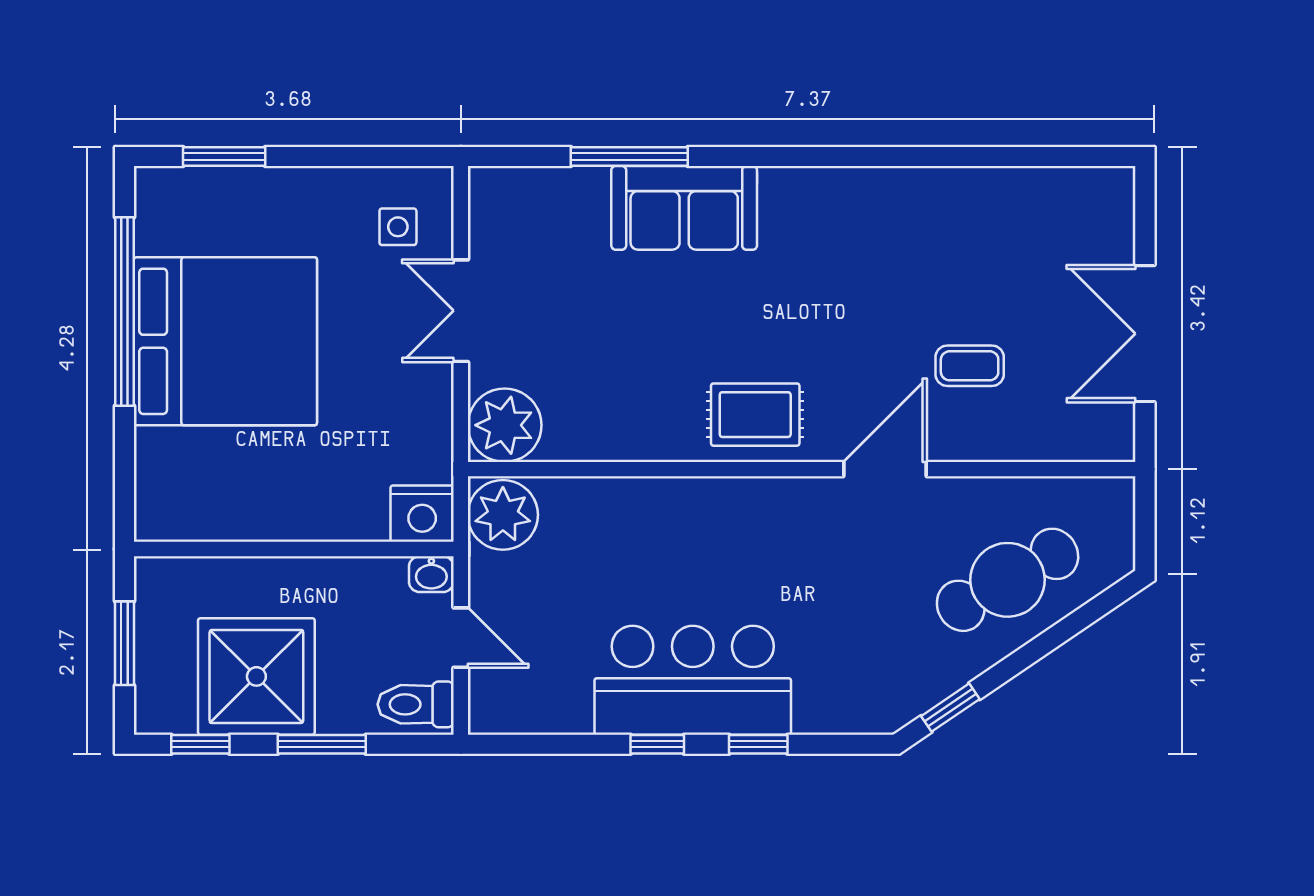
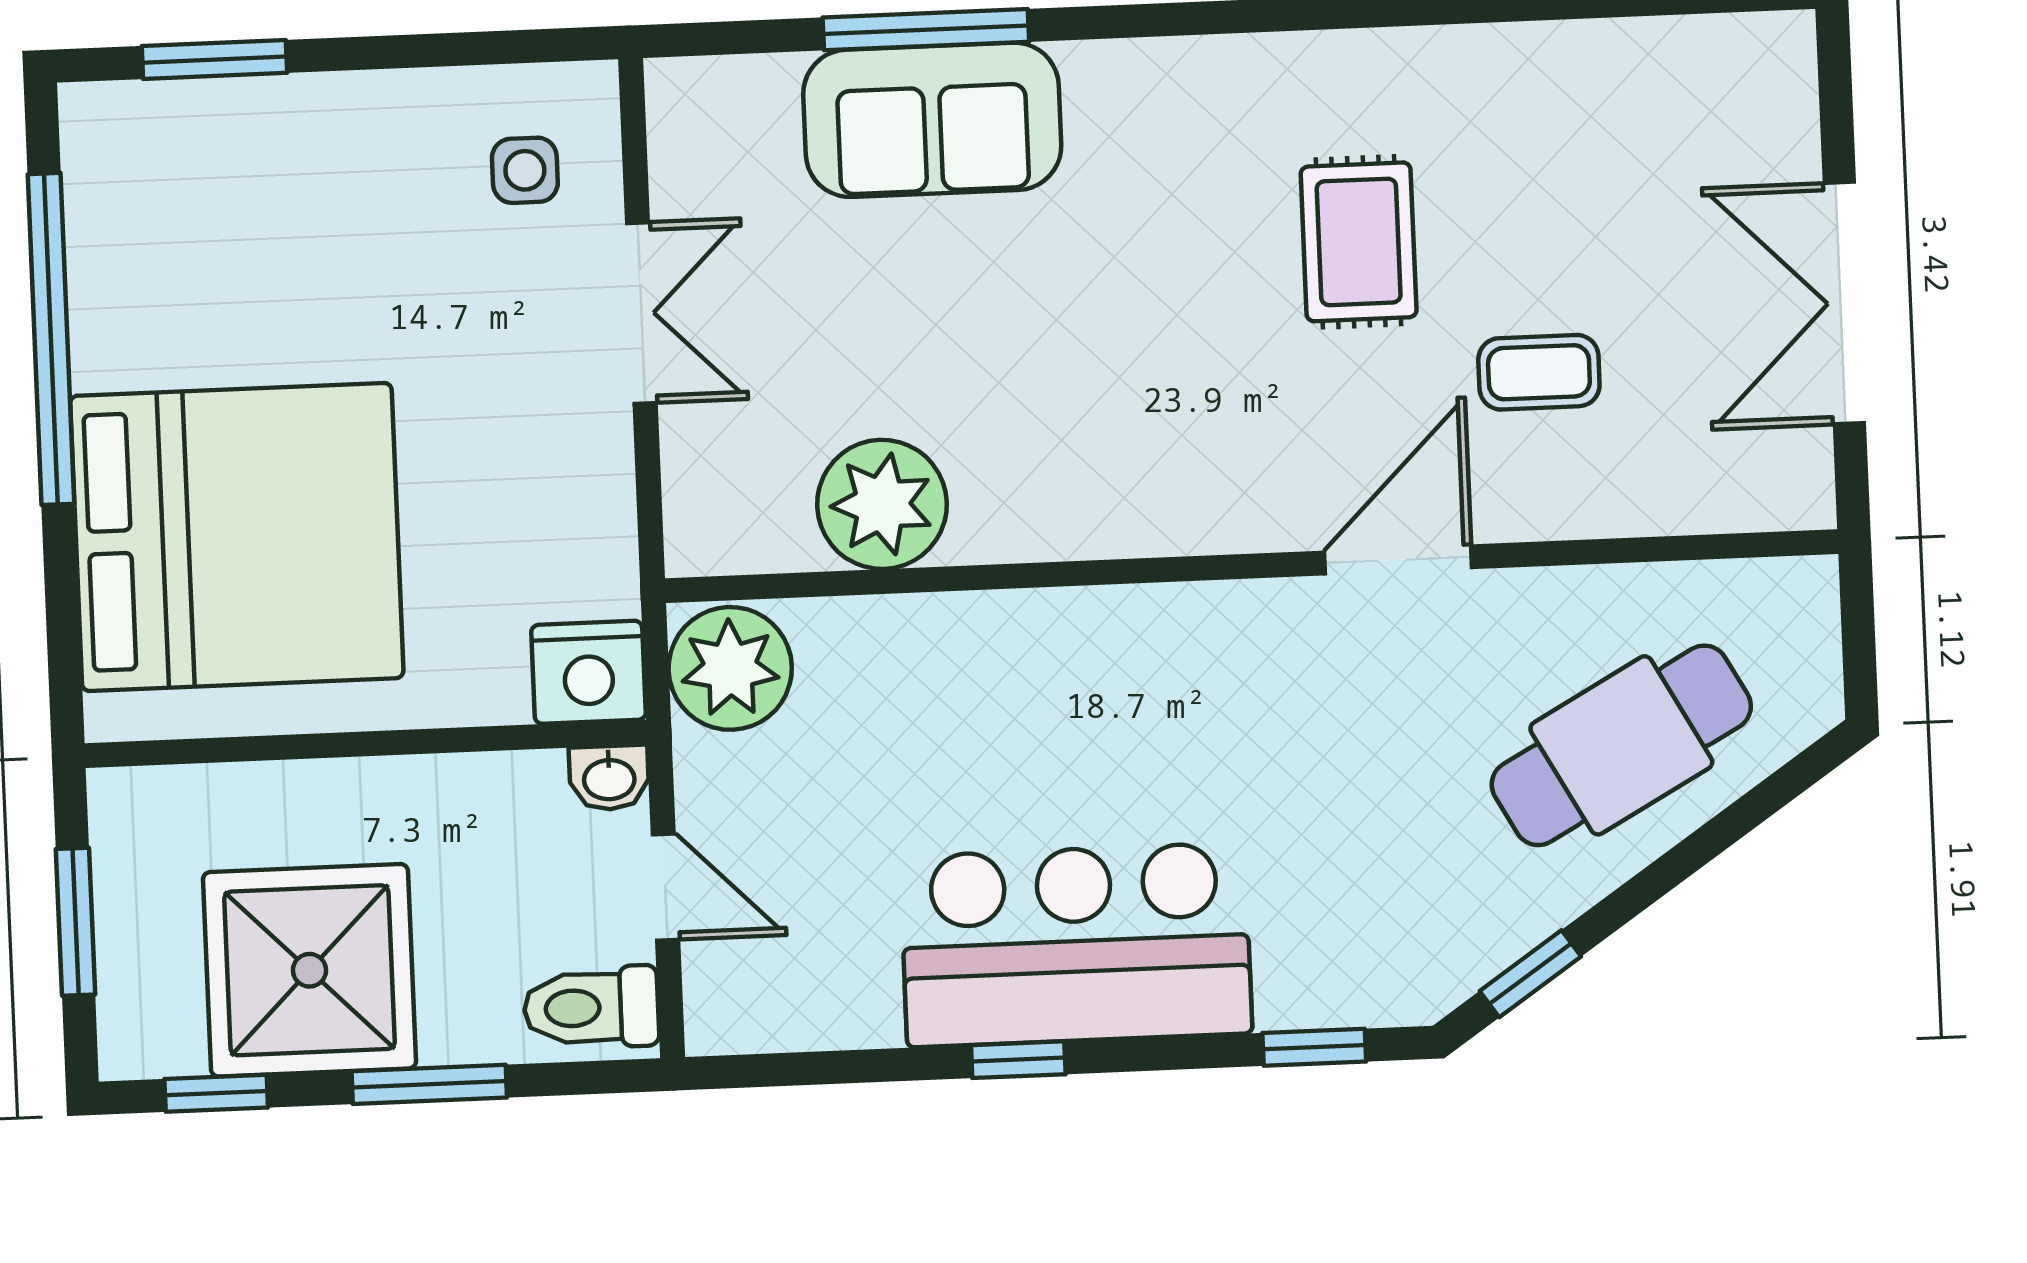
sofa: (684, 208) -> (932, 120), moved
double door: (461, 311) -> (641, 313), swing flipped
bed: (225, 341) -> (237, 537), moved
rug: (755, 415) -> (1359, 242), moved, turned 90
plant: (505, 425) -> (882, 504), moved
window: (758, 744) -> (1314, 1047), moved

